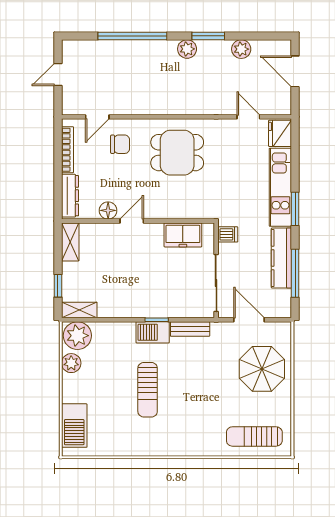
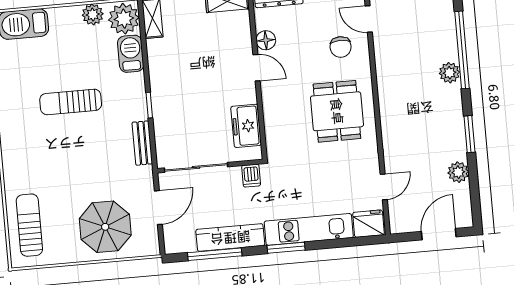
plant: (187, 49) -> (449, 73), moved
barbecue: (153, 332) -> (131, 54), moved

